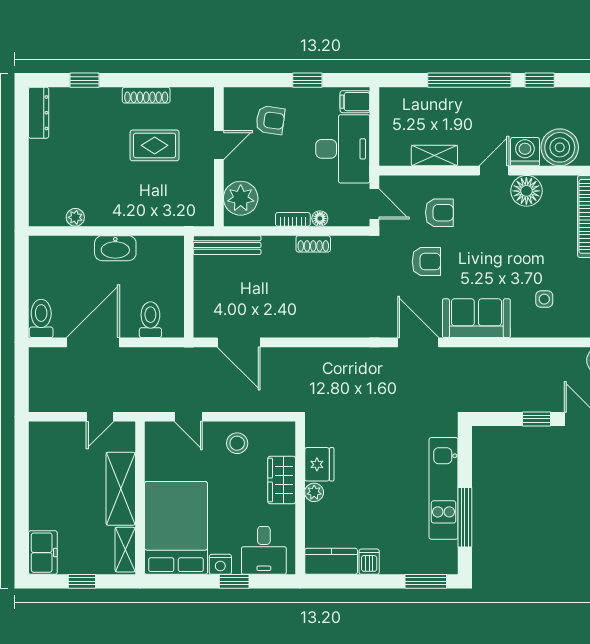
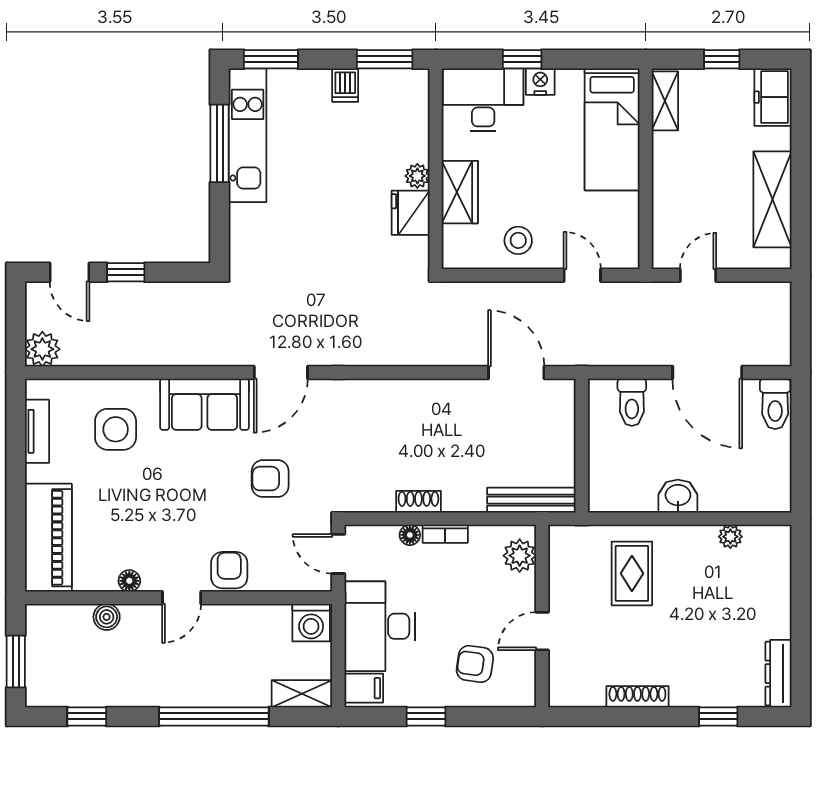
window: (540, 80) -> (87, 716), moved
rug: (155, 145) -> (632, 573), moved, turned 90
boiler: (560, 147) -> (107, 617), width x0.54, depth x0.54
washing machine: (525, 152) -> (311, 623), moved
shelving: (434, 156) -> (302, 694), moved
floor lamp: (526, 191) -> (129, 581), width x0.53, depth x0.53
plant: (241, 198) -> (520, 556), width x0.73, depth x0.73
armchair: (439, 213) -> (229, 570), moved, turned 90
washbasin: (115, 248) -> (678, 496), width x0.72
side table: (544, 299) -> (116, 429), width x1.87, depth x1.87
door: (93, 342) -> (707, 373), hinge flipped
door: (418, 342) -> (281, 373), hinge flipped
kitchen unit: (444, 488) -> (248, 135), moved
shelving: (121, 489) -> (773, 199), moved
bed: (176, 528) -> (612, 129), width x0.67
desk: (264, 550) -> (483, 100), width x1.37
kitchen counter: (331, 561) -> (395, 85), removed
window: (339, 581) -> (385, 59), added

